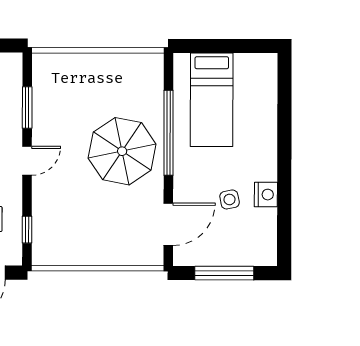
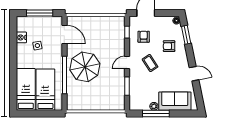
bed: (256, 100) -> (26, 89), added
nightstand: (266, 195) -> (21, 37), moved
door: (168, 224) -> (64, 35), swing flipped

